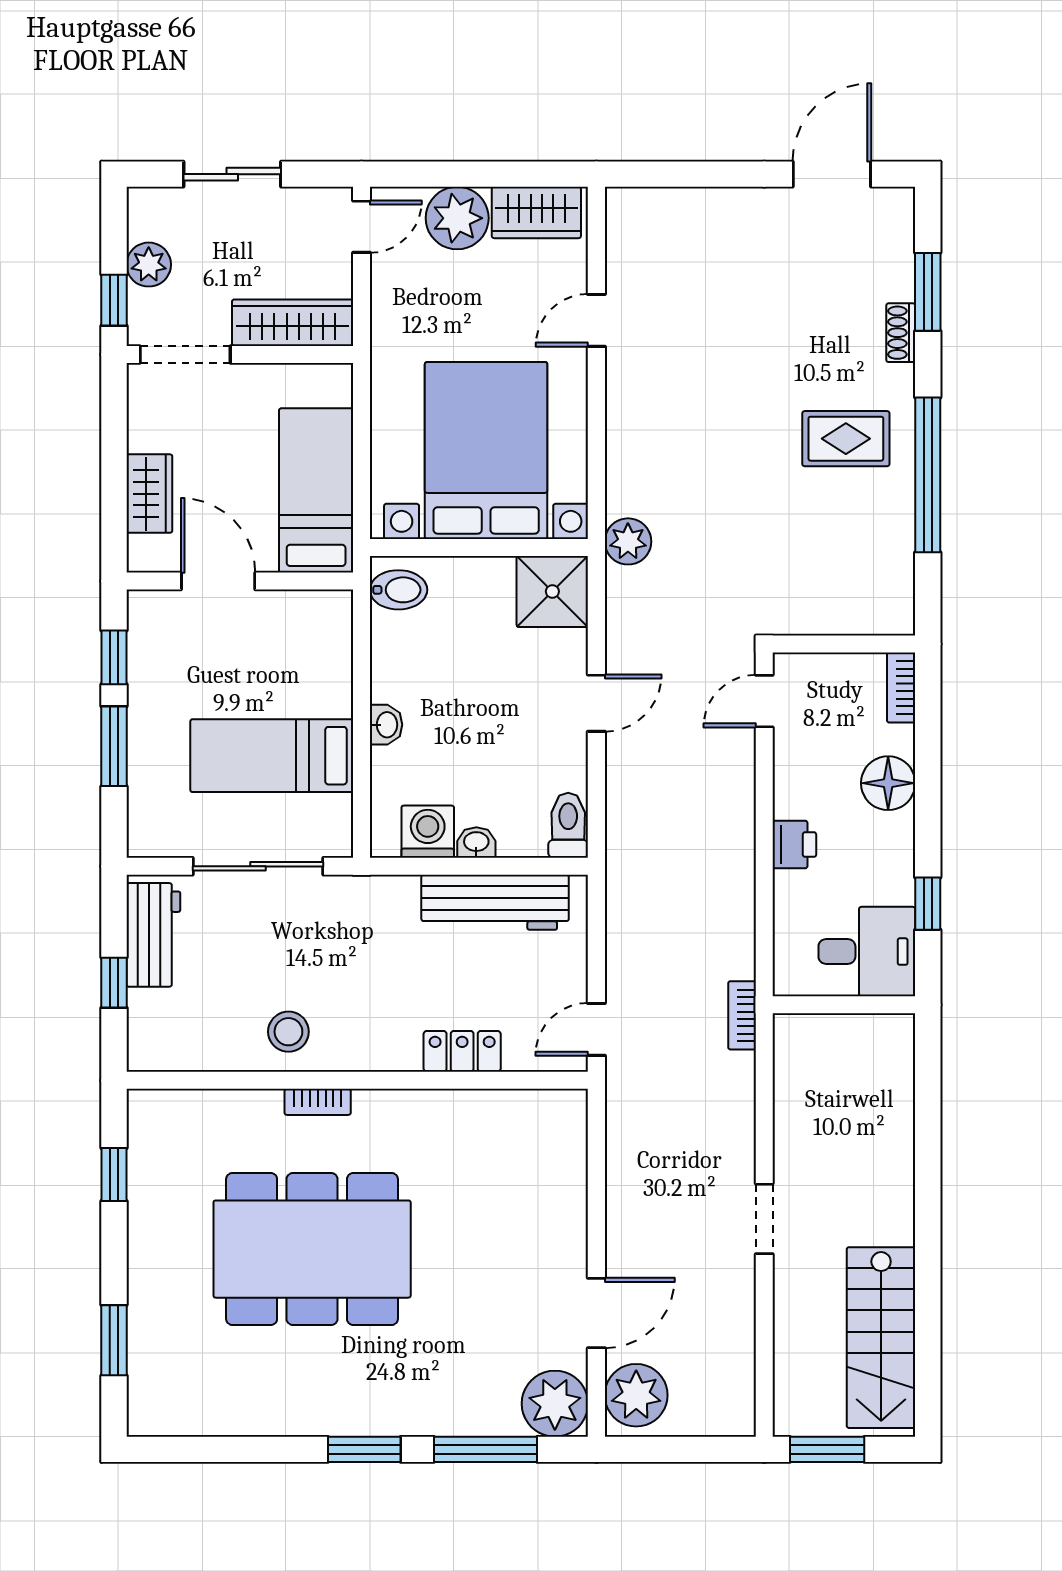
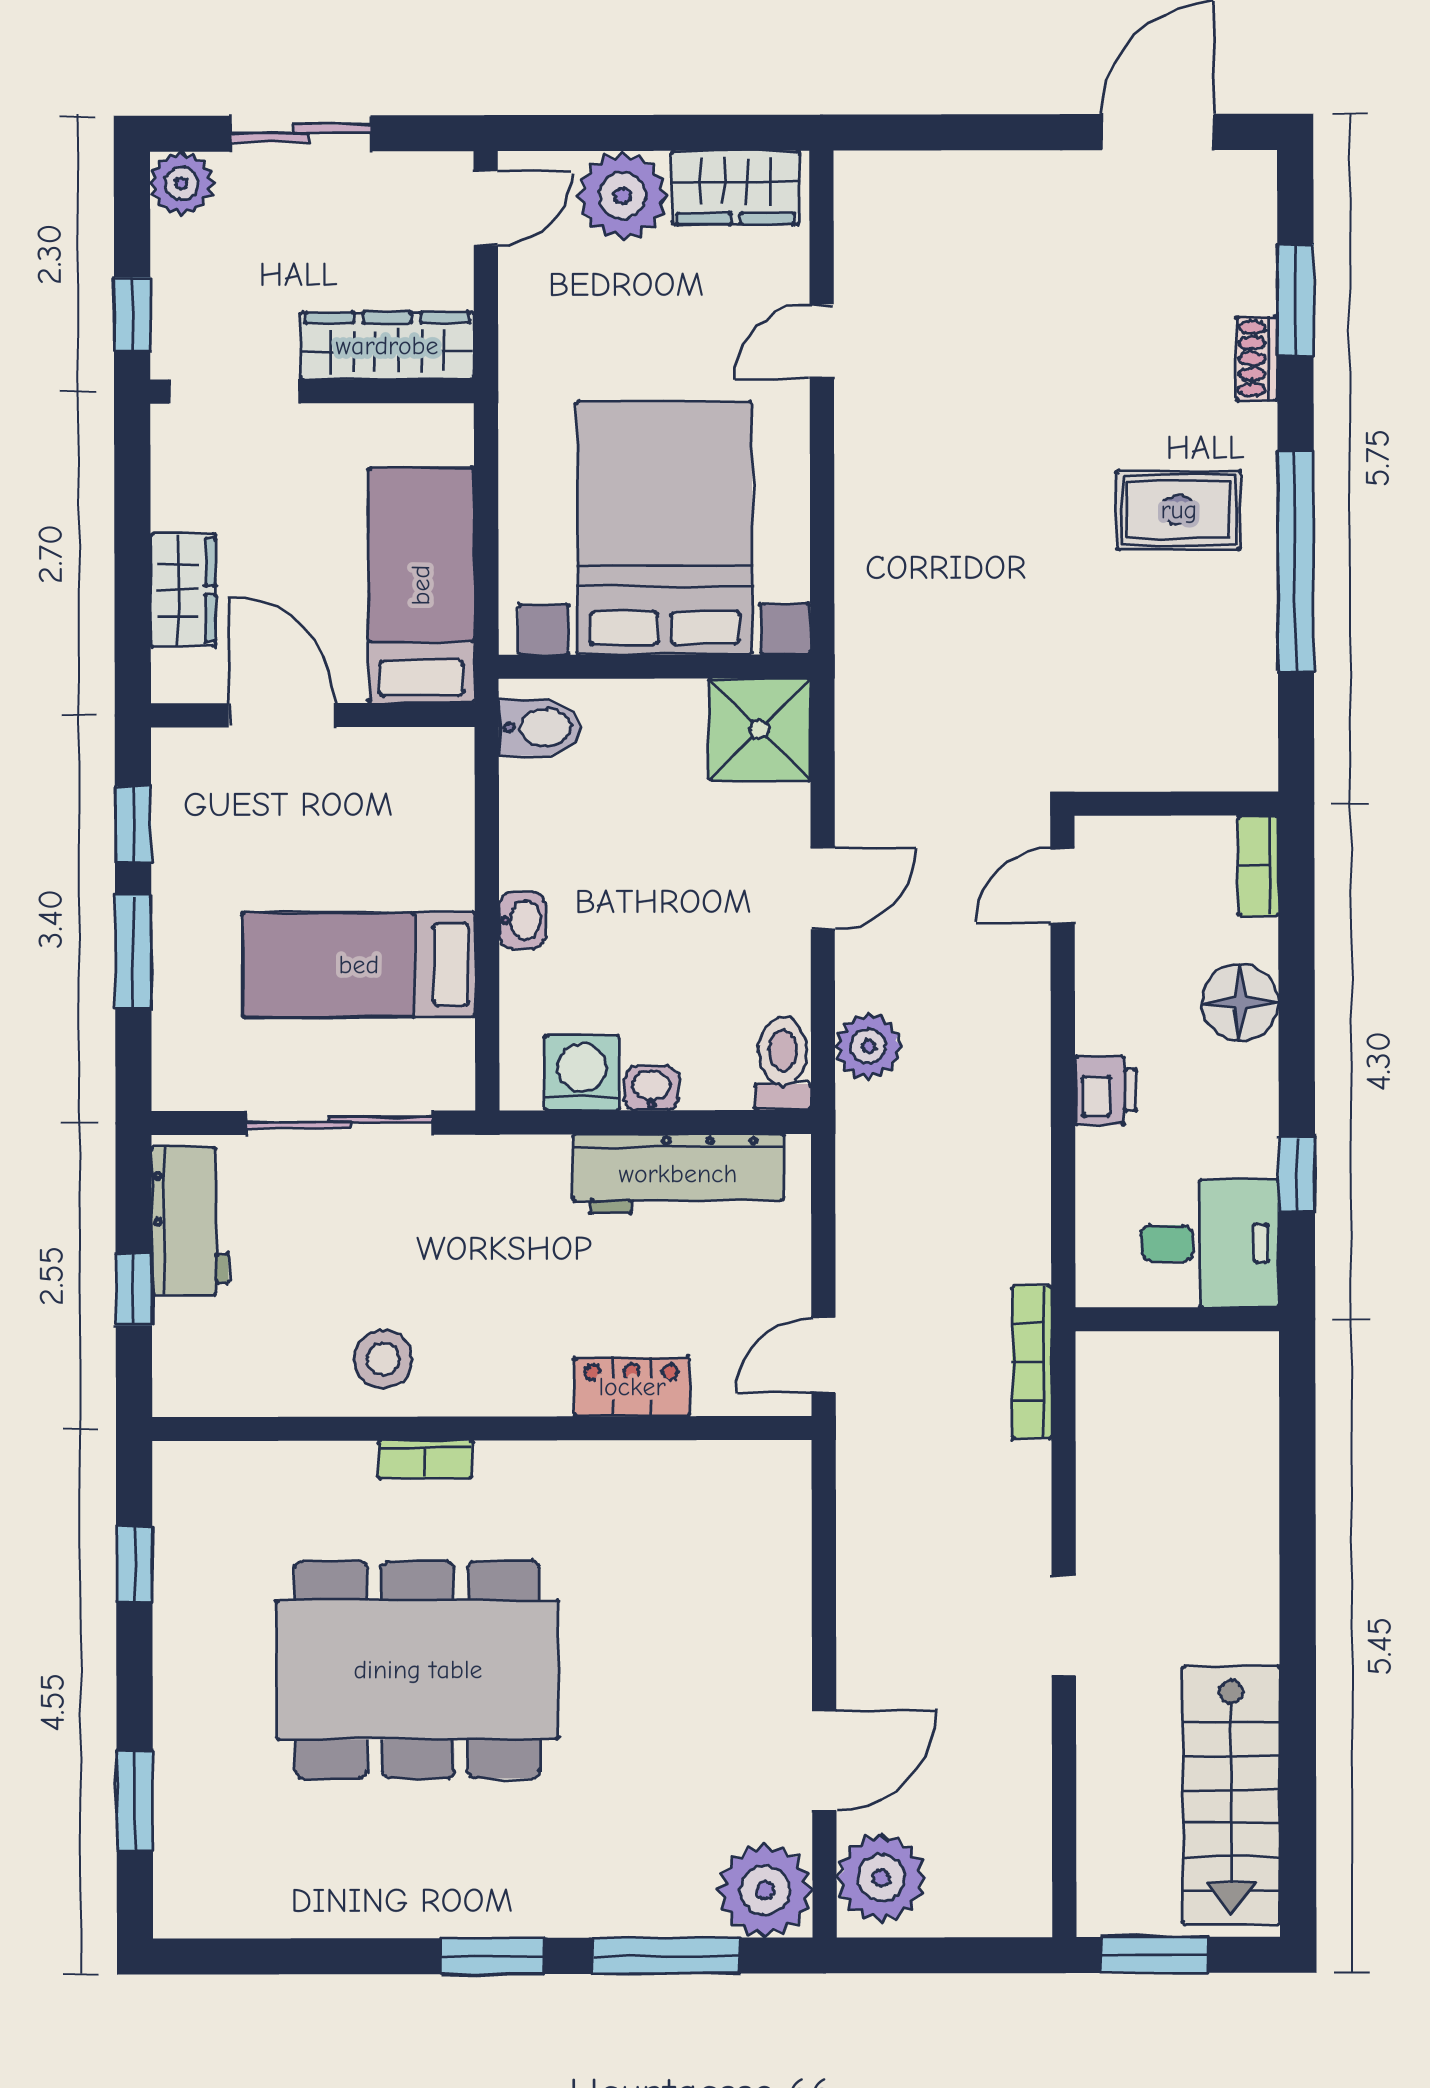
plant: (149, 265) -> (182, 183), moved
plant: (628, 541) -> (868, 1046), moved
bookcase: (742, 1015) -> (1032, 1362), width x1.56

